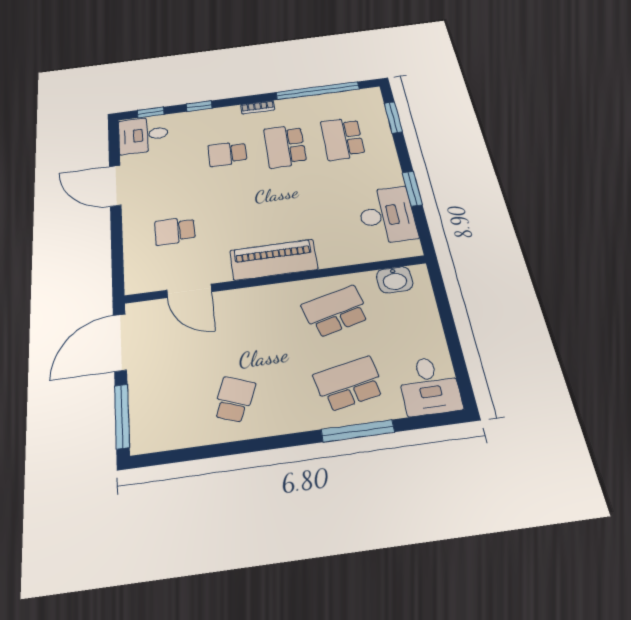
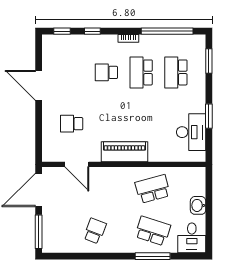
desk: (143, 135) -> (57, 49), removed
washbasin: (395, 280) -> (198, 205), moved, turned 90
school desk: (349, 384) -> (153, 231), turned 30

